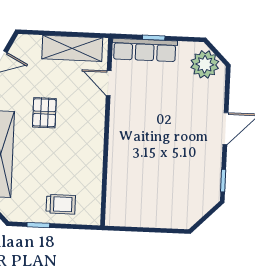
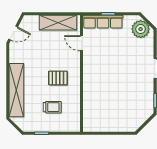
pallet: (44, 113) -> (58, 78), moved, turned 90
trolley: (61, 204) -> (52, 107), moved

